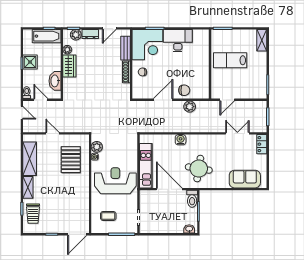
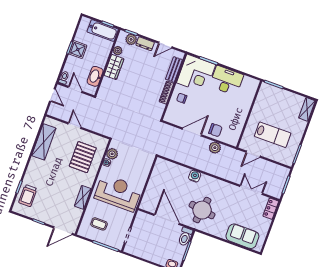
lab bench: (230, 60) -> (273, 135), moved, turned 180
kitchen unit: (146, 166) -> (152, 189), removed
shelving: (28, 187) -> (83, 197), moved

